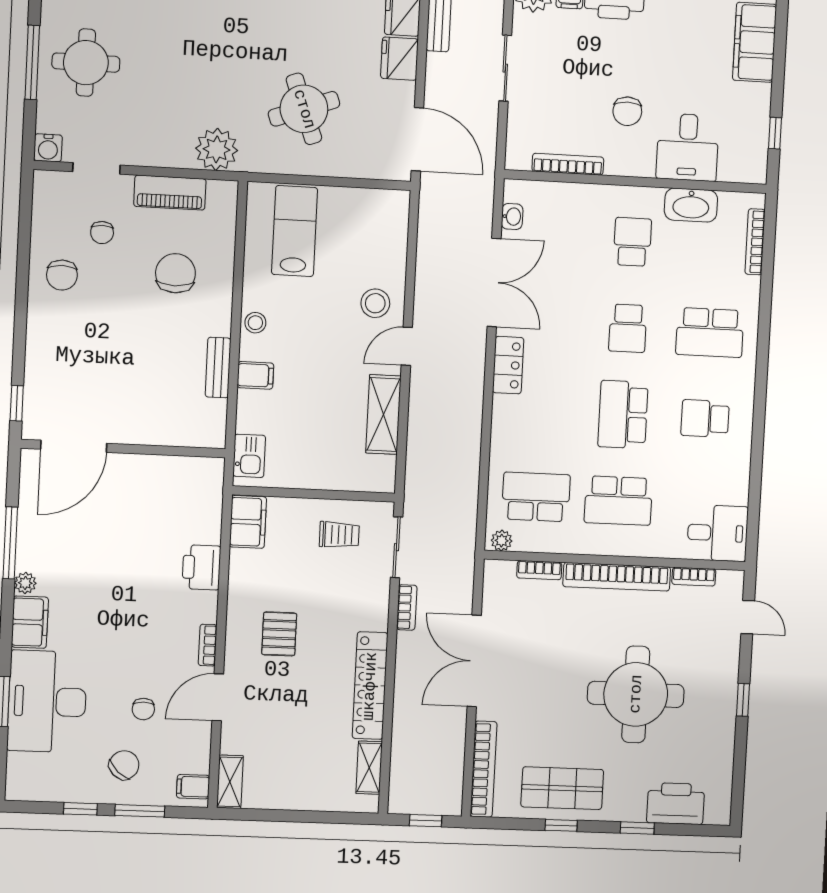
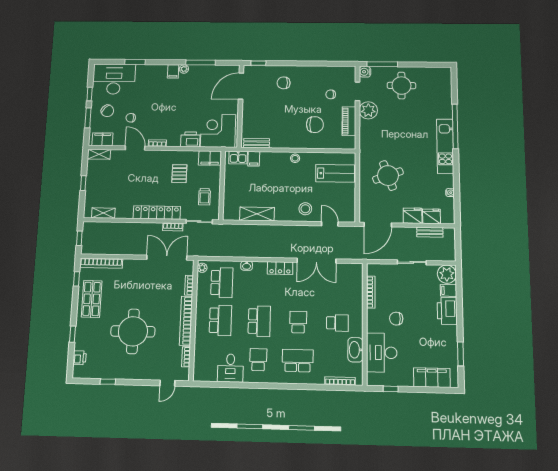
window: (32, 62) -> (382, 64), moved
desk: (688, 147) -> (382, 353), width x1.37
plant: (217, 149) -> (368, 110), moved
washbasin: (512, 217) -> (247, 266), moved
chair: (62, 275) -> (284, 83), moved
school desk: (628, 328) -> (298, 322), turned 90
school desk: (710, 332) -> (298, 361), turned 90
door: (407, 346) -> (330, 224), moved
bench: (218, 368) -> (257, 143), moved
filing cabinet: (255, 375) -> (254, 159), moved
school desk: (623, 415) -> (259, 321), turned 90
door: (74, 446) -> (241, 86), hinge flipped
school desk: (618, 501) -> (220, 320), turned 180
corner desk: (183, 502) -> (218, 131), added
desk: (717, 533) -> (230, 368), moved
filing cabinet: (30, 622) -> (173, 71), width x0.50
pallet: (279, 634) -> (179, 174), moved, turned 90
double door: (474, 661) -> (167, 258), moved
locker: (370, 686) -> (157, 212), moved
window: (743, 700) -> (108, 382), moved
desk: (47, 701) -> (114, 79), moved
filing cabinet: (193, 787) -> (102, 139), width x2.00
printer: (676, 804) -> (80, 358), width x0.53, depth x0.68
window: (298, 816) -> (83, 183), added
window: (561, 825) -> (76, 279), moved

